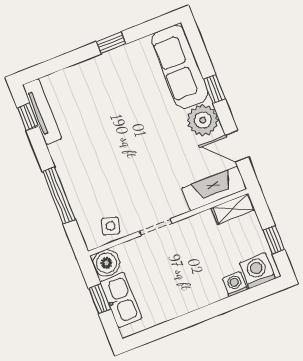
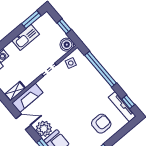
armchair: (92, 93) -> (101, 124), added
window: (59, 195) -> (101, 69), width x1.46
kitchen sink: (121, 300) -> (26, 37), moved, turned -90
window: (157, 332) -> (31, 20), added

